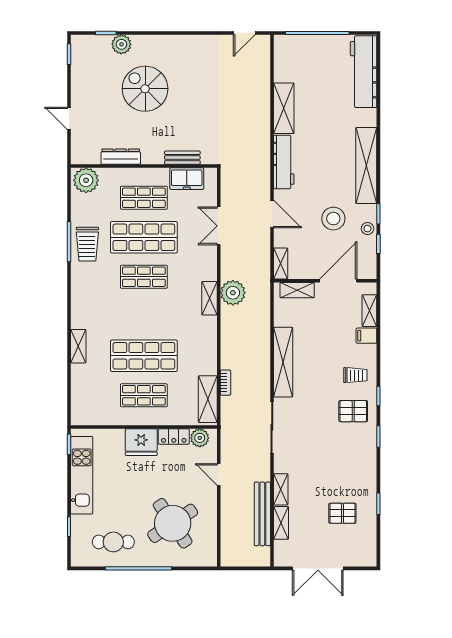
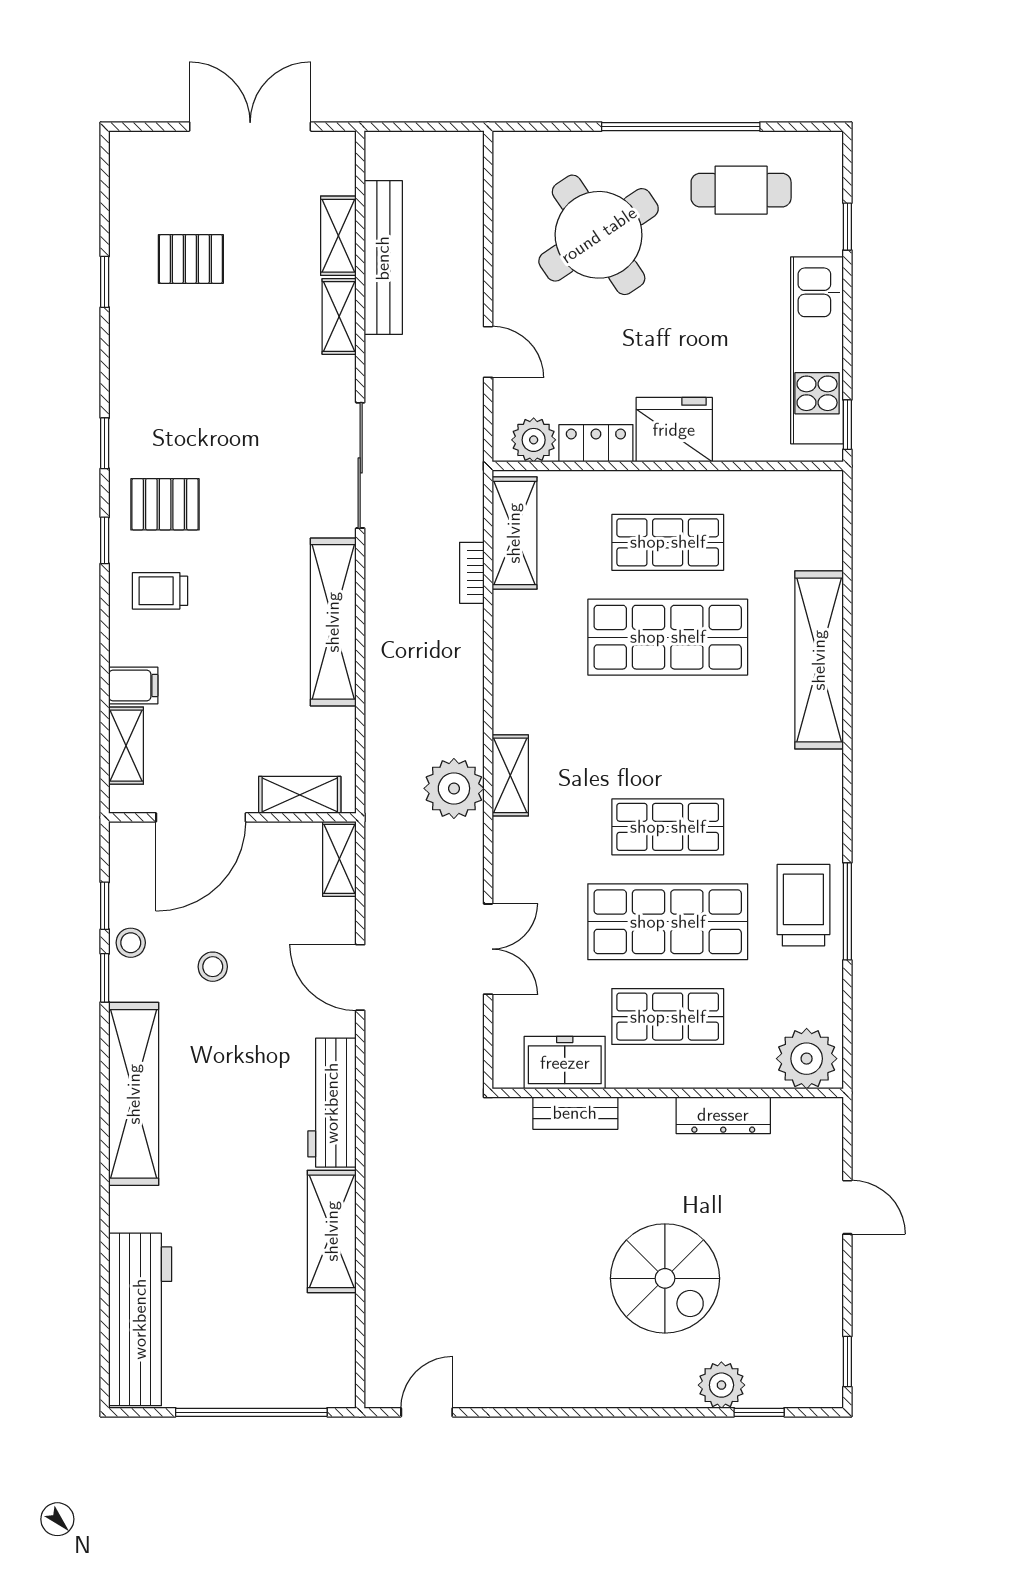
stool: (333, 219) -> (213, 967), width x0.53, depth x0.53
shelving: (78, 346) -> (819, 660), width x2.20, depth x1.33

